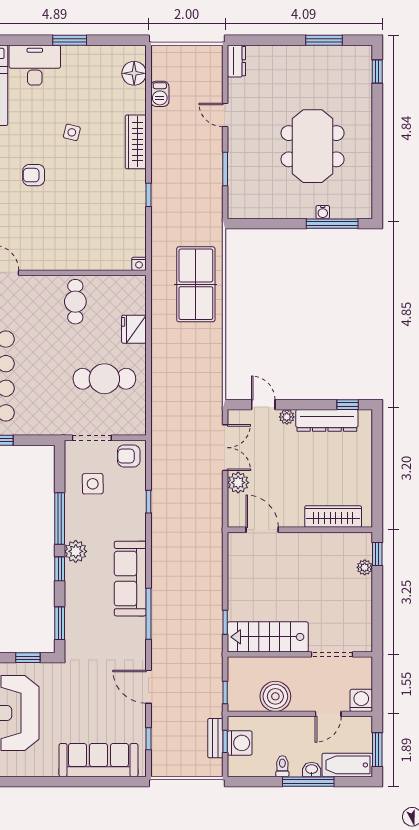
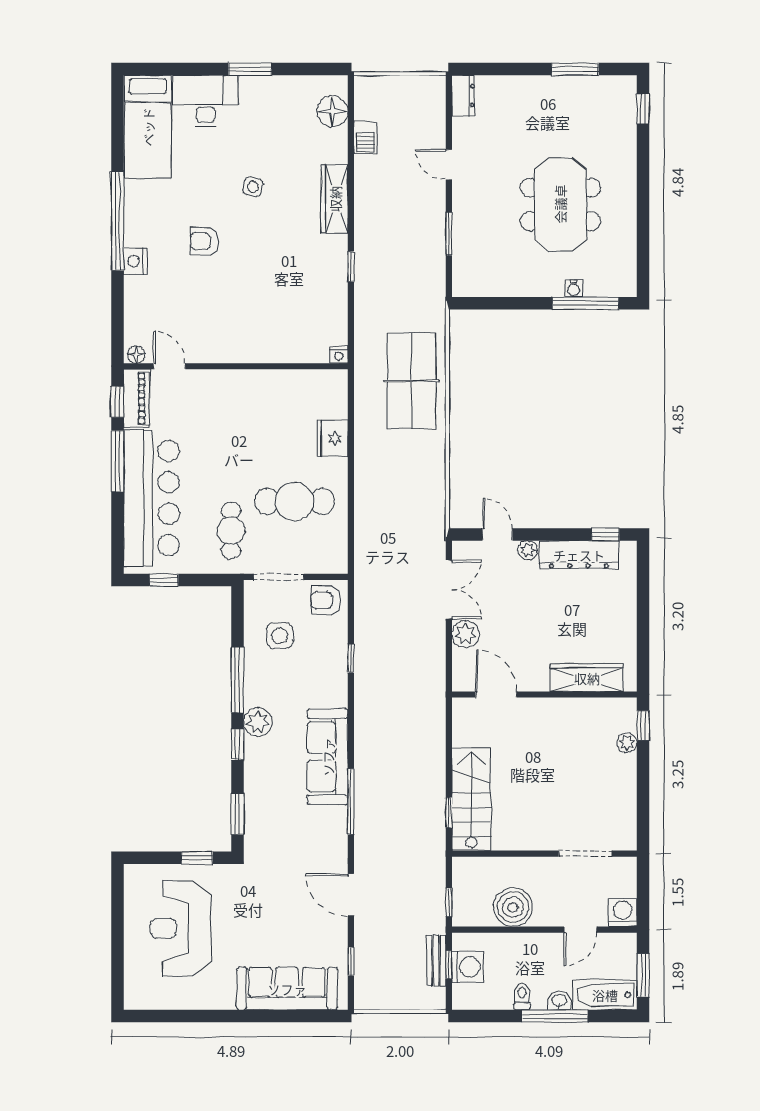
cafe table: (75, 302) -> (231, 530), moved
stairs: (268, 637) -> (471, 799), moved, turned 90

